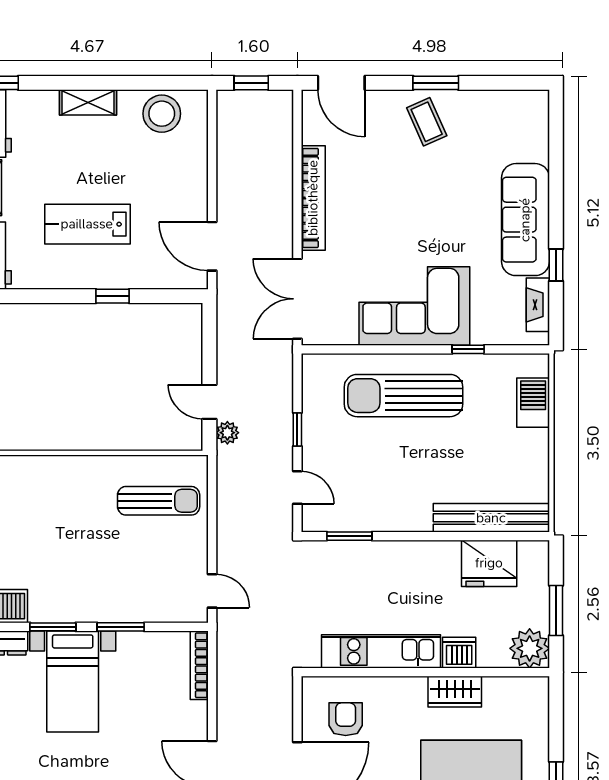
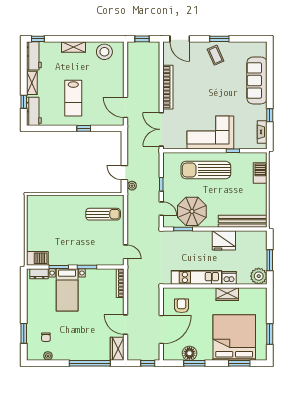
sofa: (525, 220) -> (257, 80), moved
lab bench: (87, 224) -> (73, 98), turned -90
parasol: (370, 494) -> (192, 211), added
fridge: (489, 563) -> (224, 240), moved

